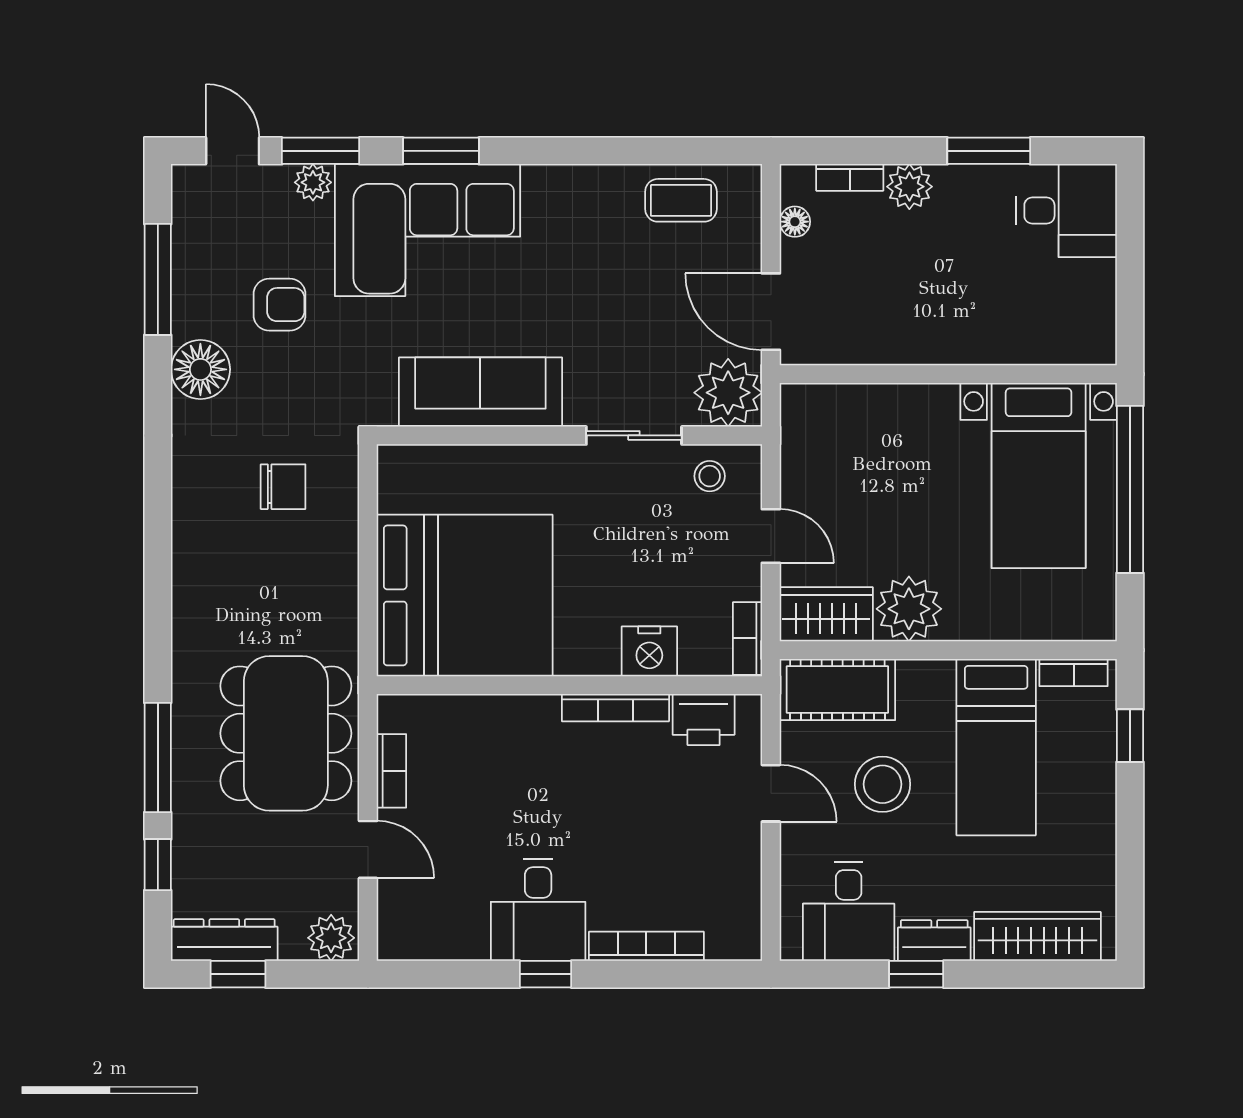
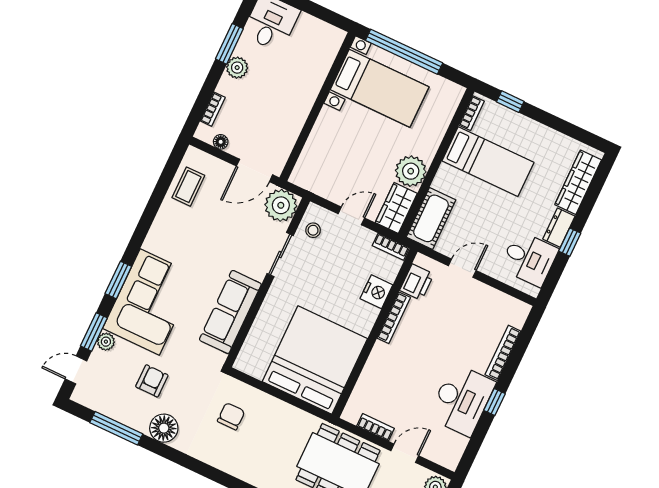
plant: (909, 187) -> (237, 68), moved
stool: (883, 784) -> (481, 218), removed
desk: (538, 910) -> (462, 400), width x1.37

